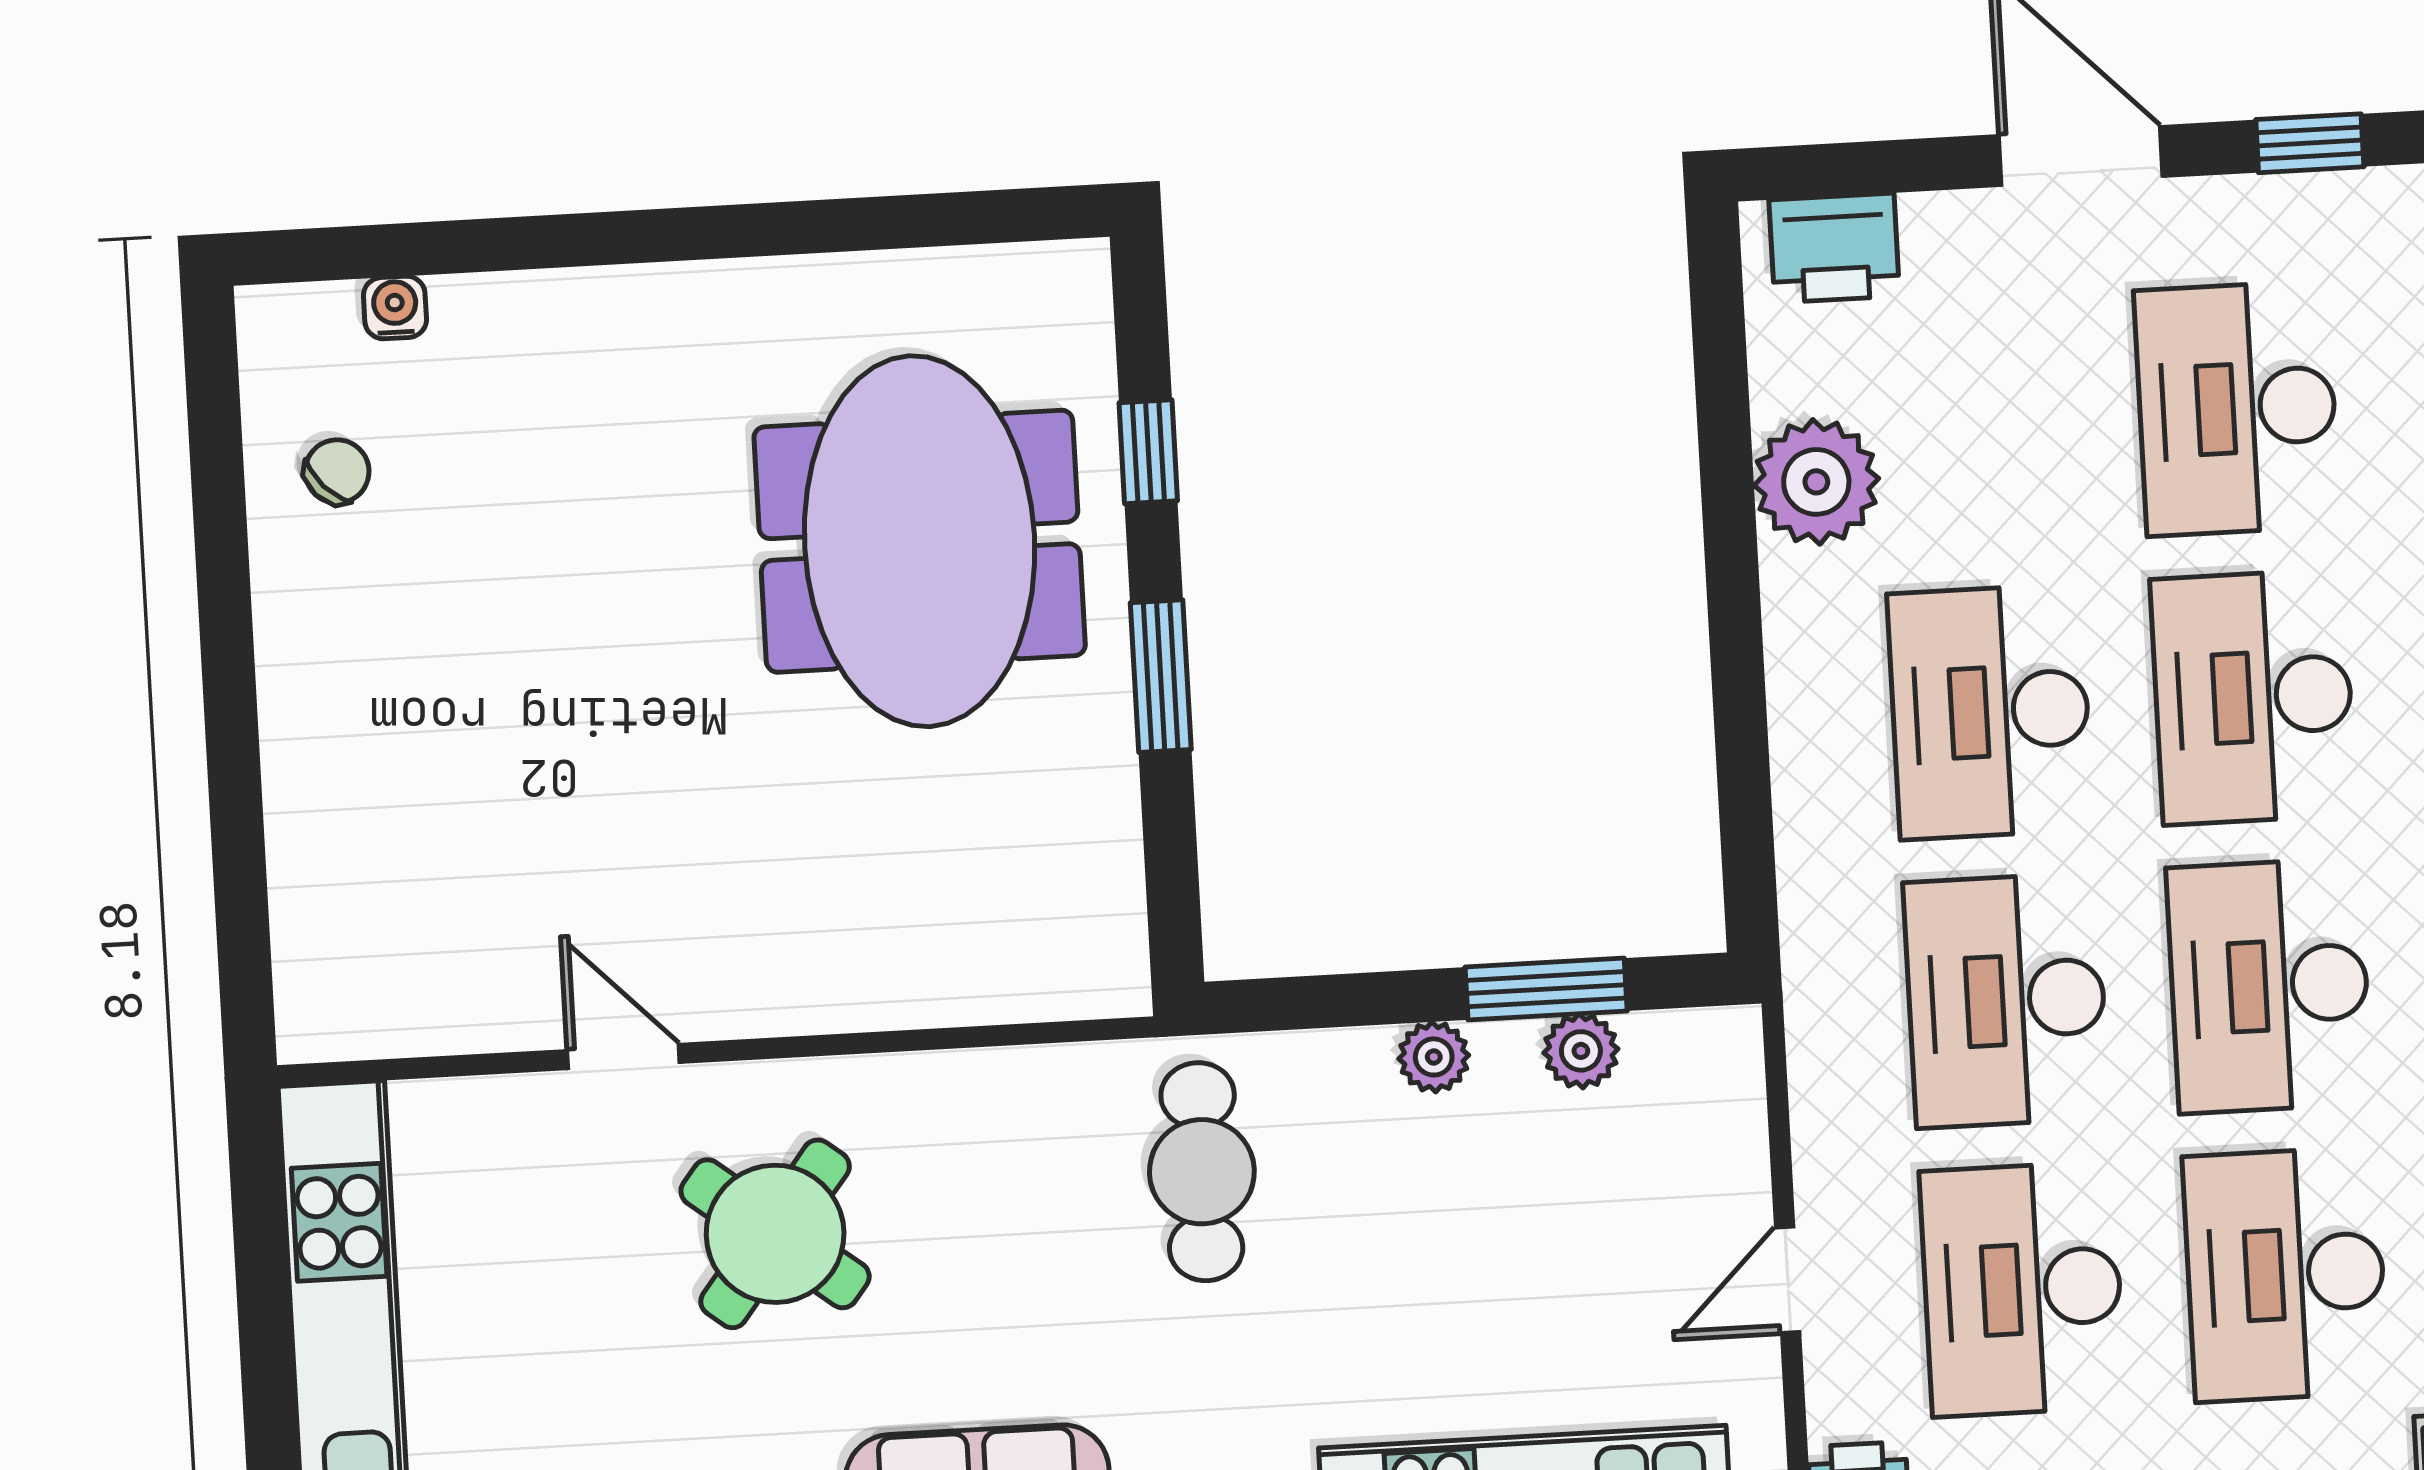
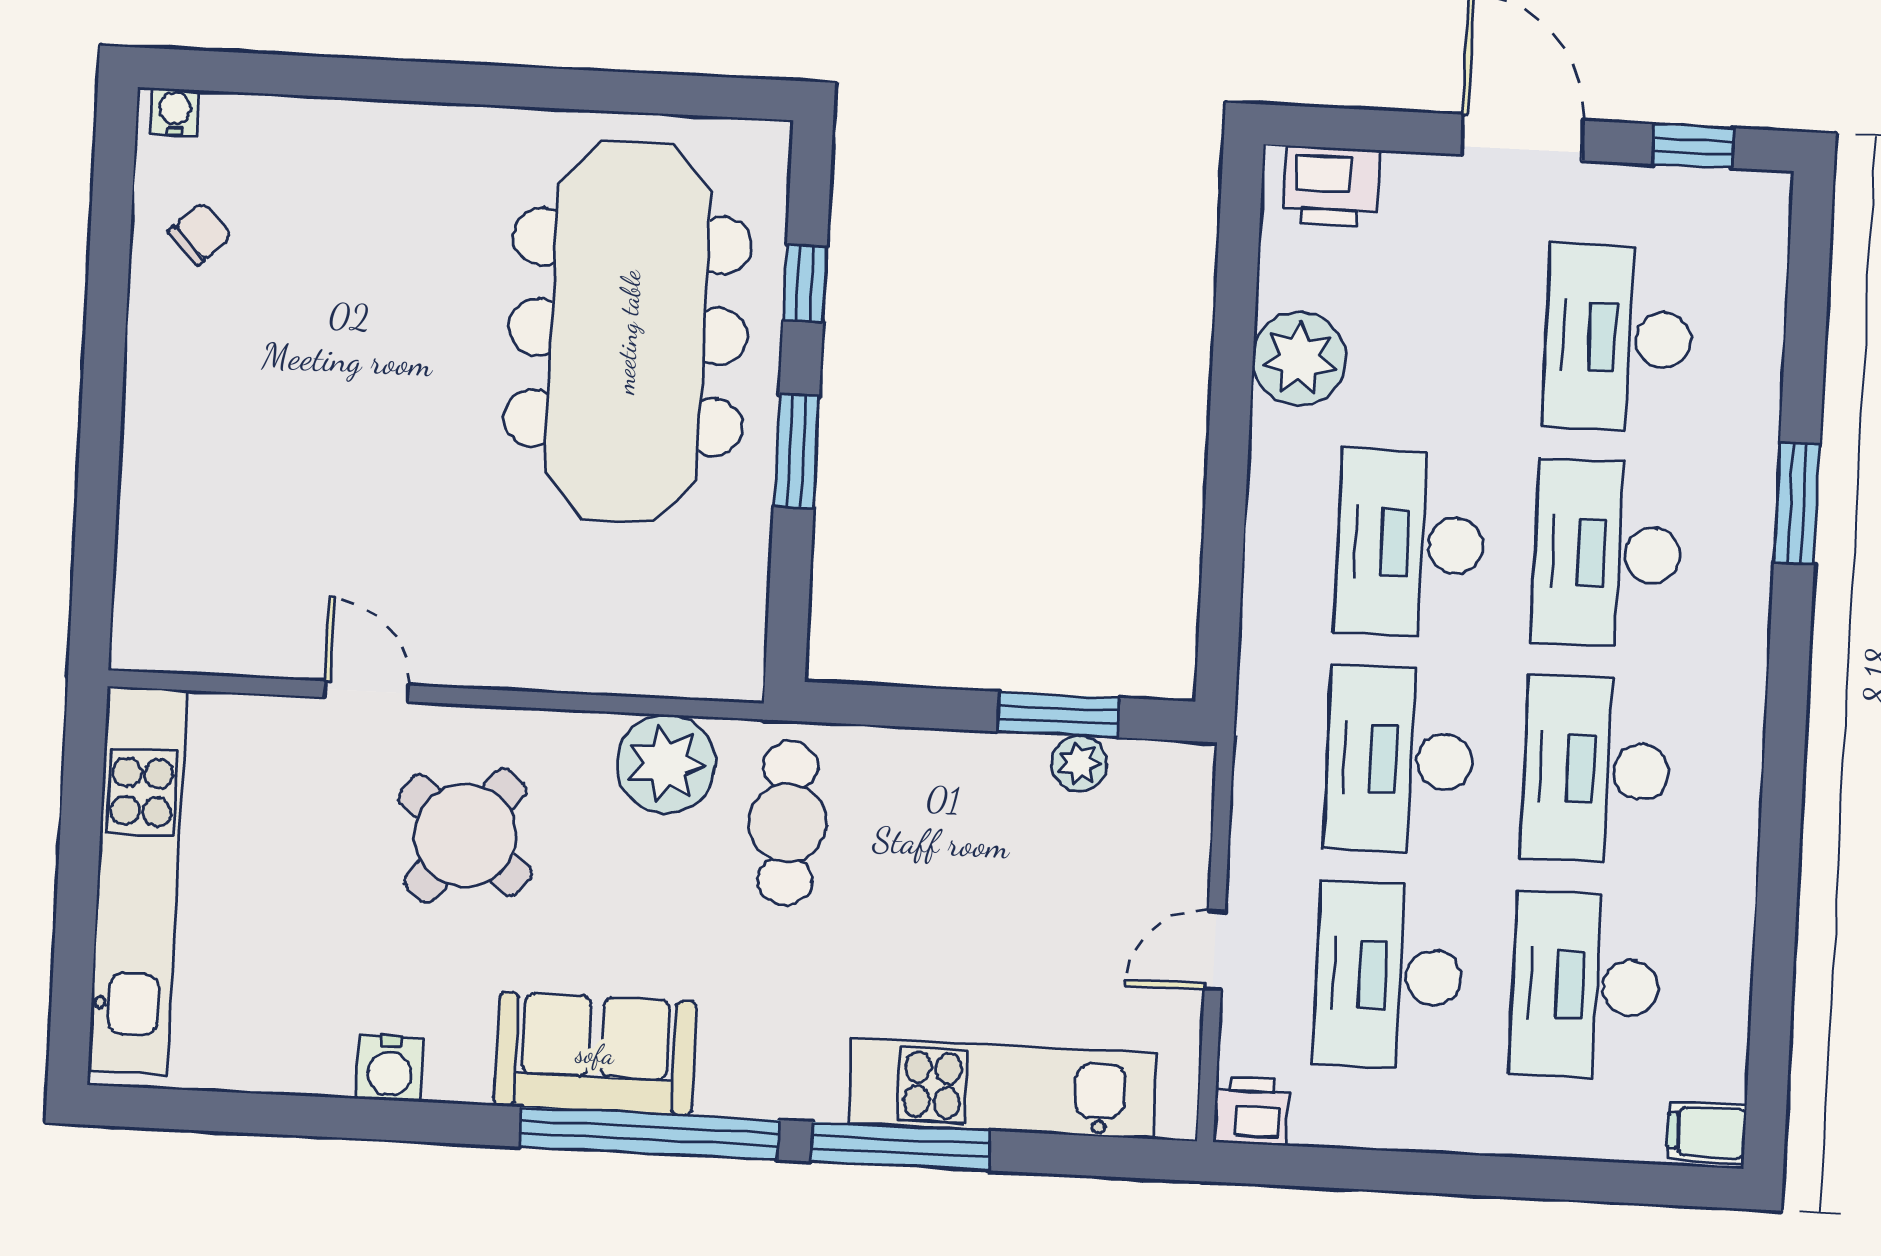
water cooler: (395, 308) -> (175, 112), moved
meeting table: (920, 541) -> (628, 332), width x1.36
plant: (1434, 1057) -> (666, 764), moved, width x1.87, depth x1.87

